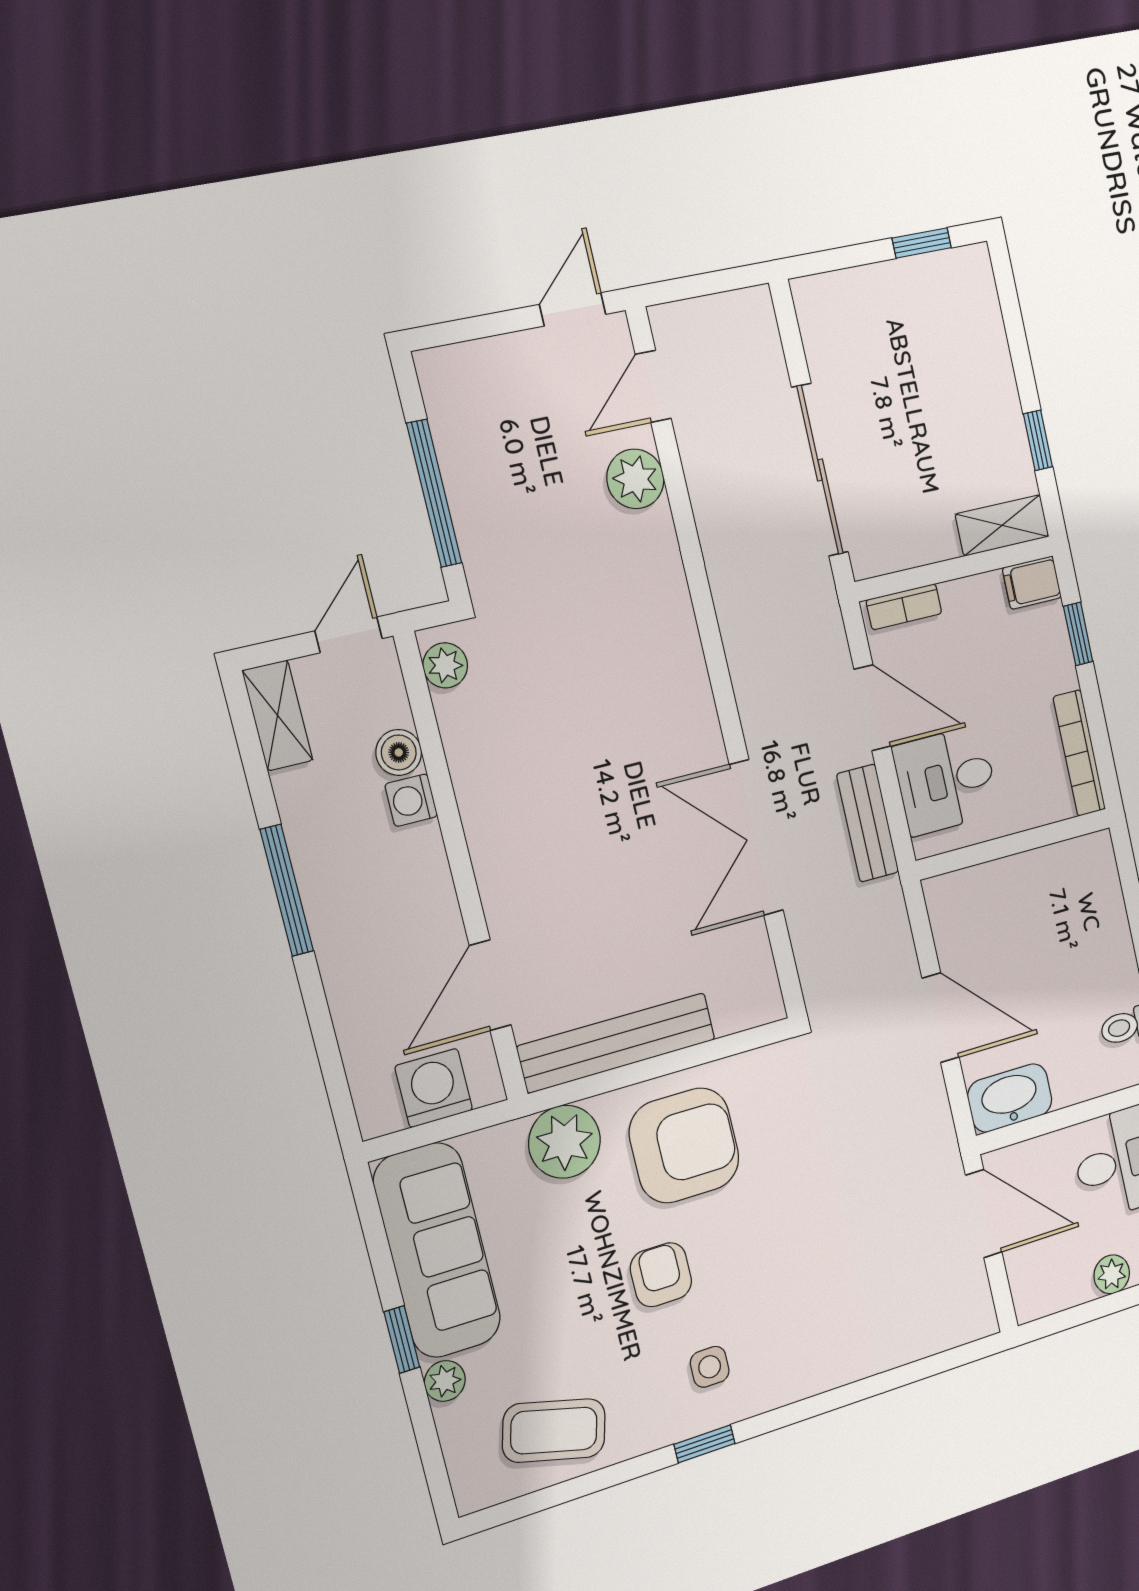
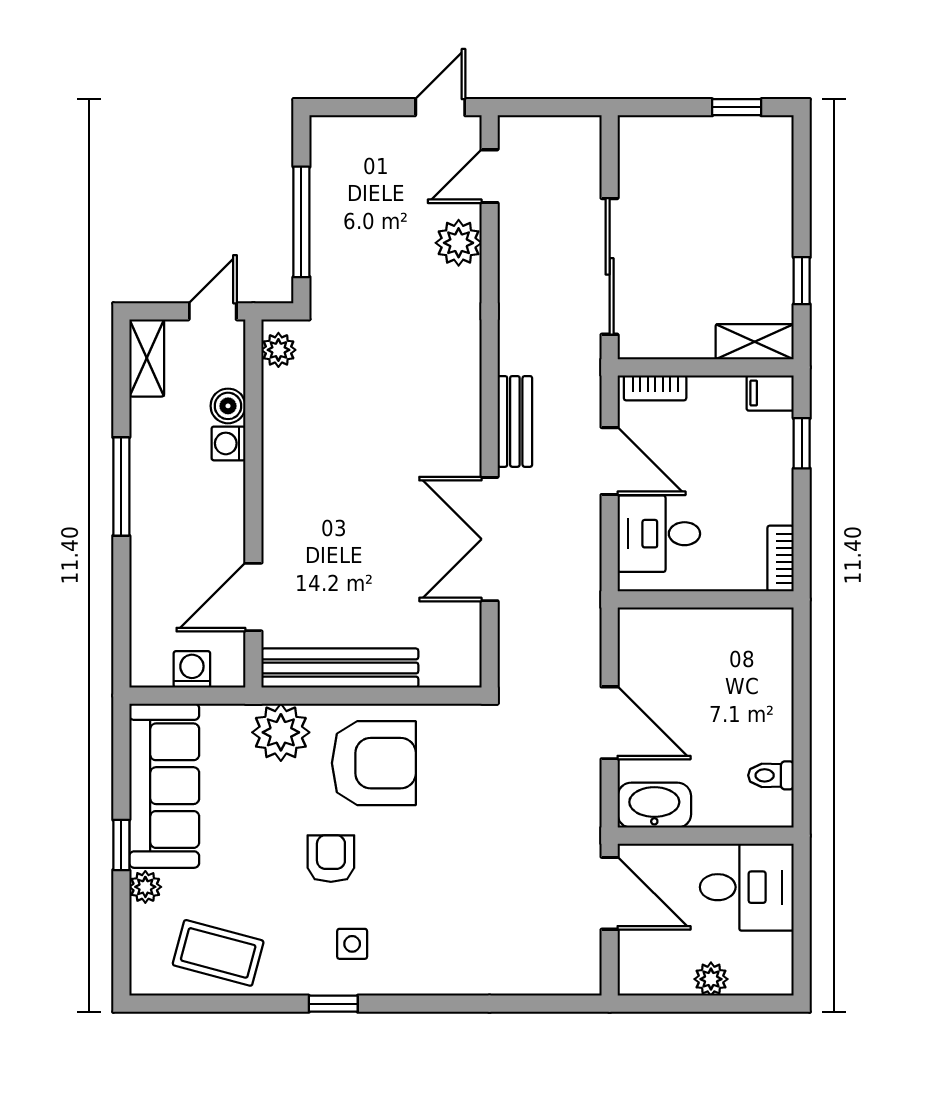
bookcase: (1079, 753) -> (781, 559), width x0.64
bench: (868, 823) -> (515, 421), moved
washing machine: (434, 1088) -> (192, 669), width x0.73, depth x0.73

